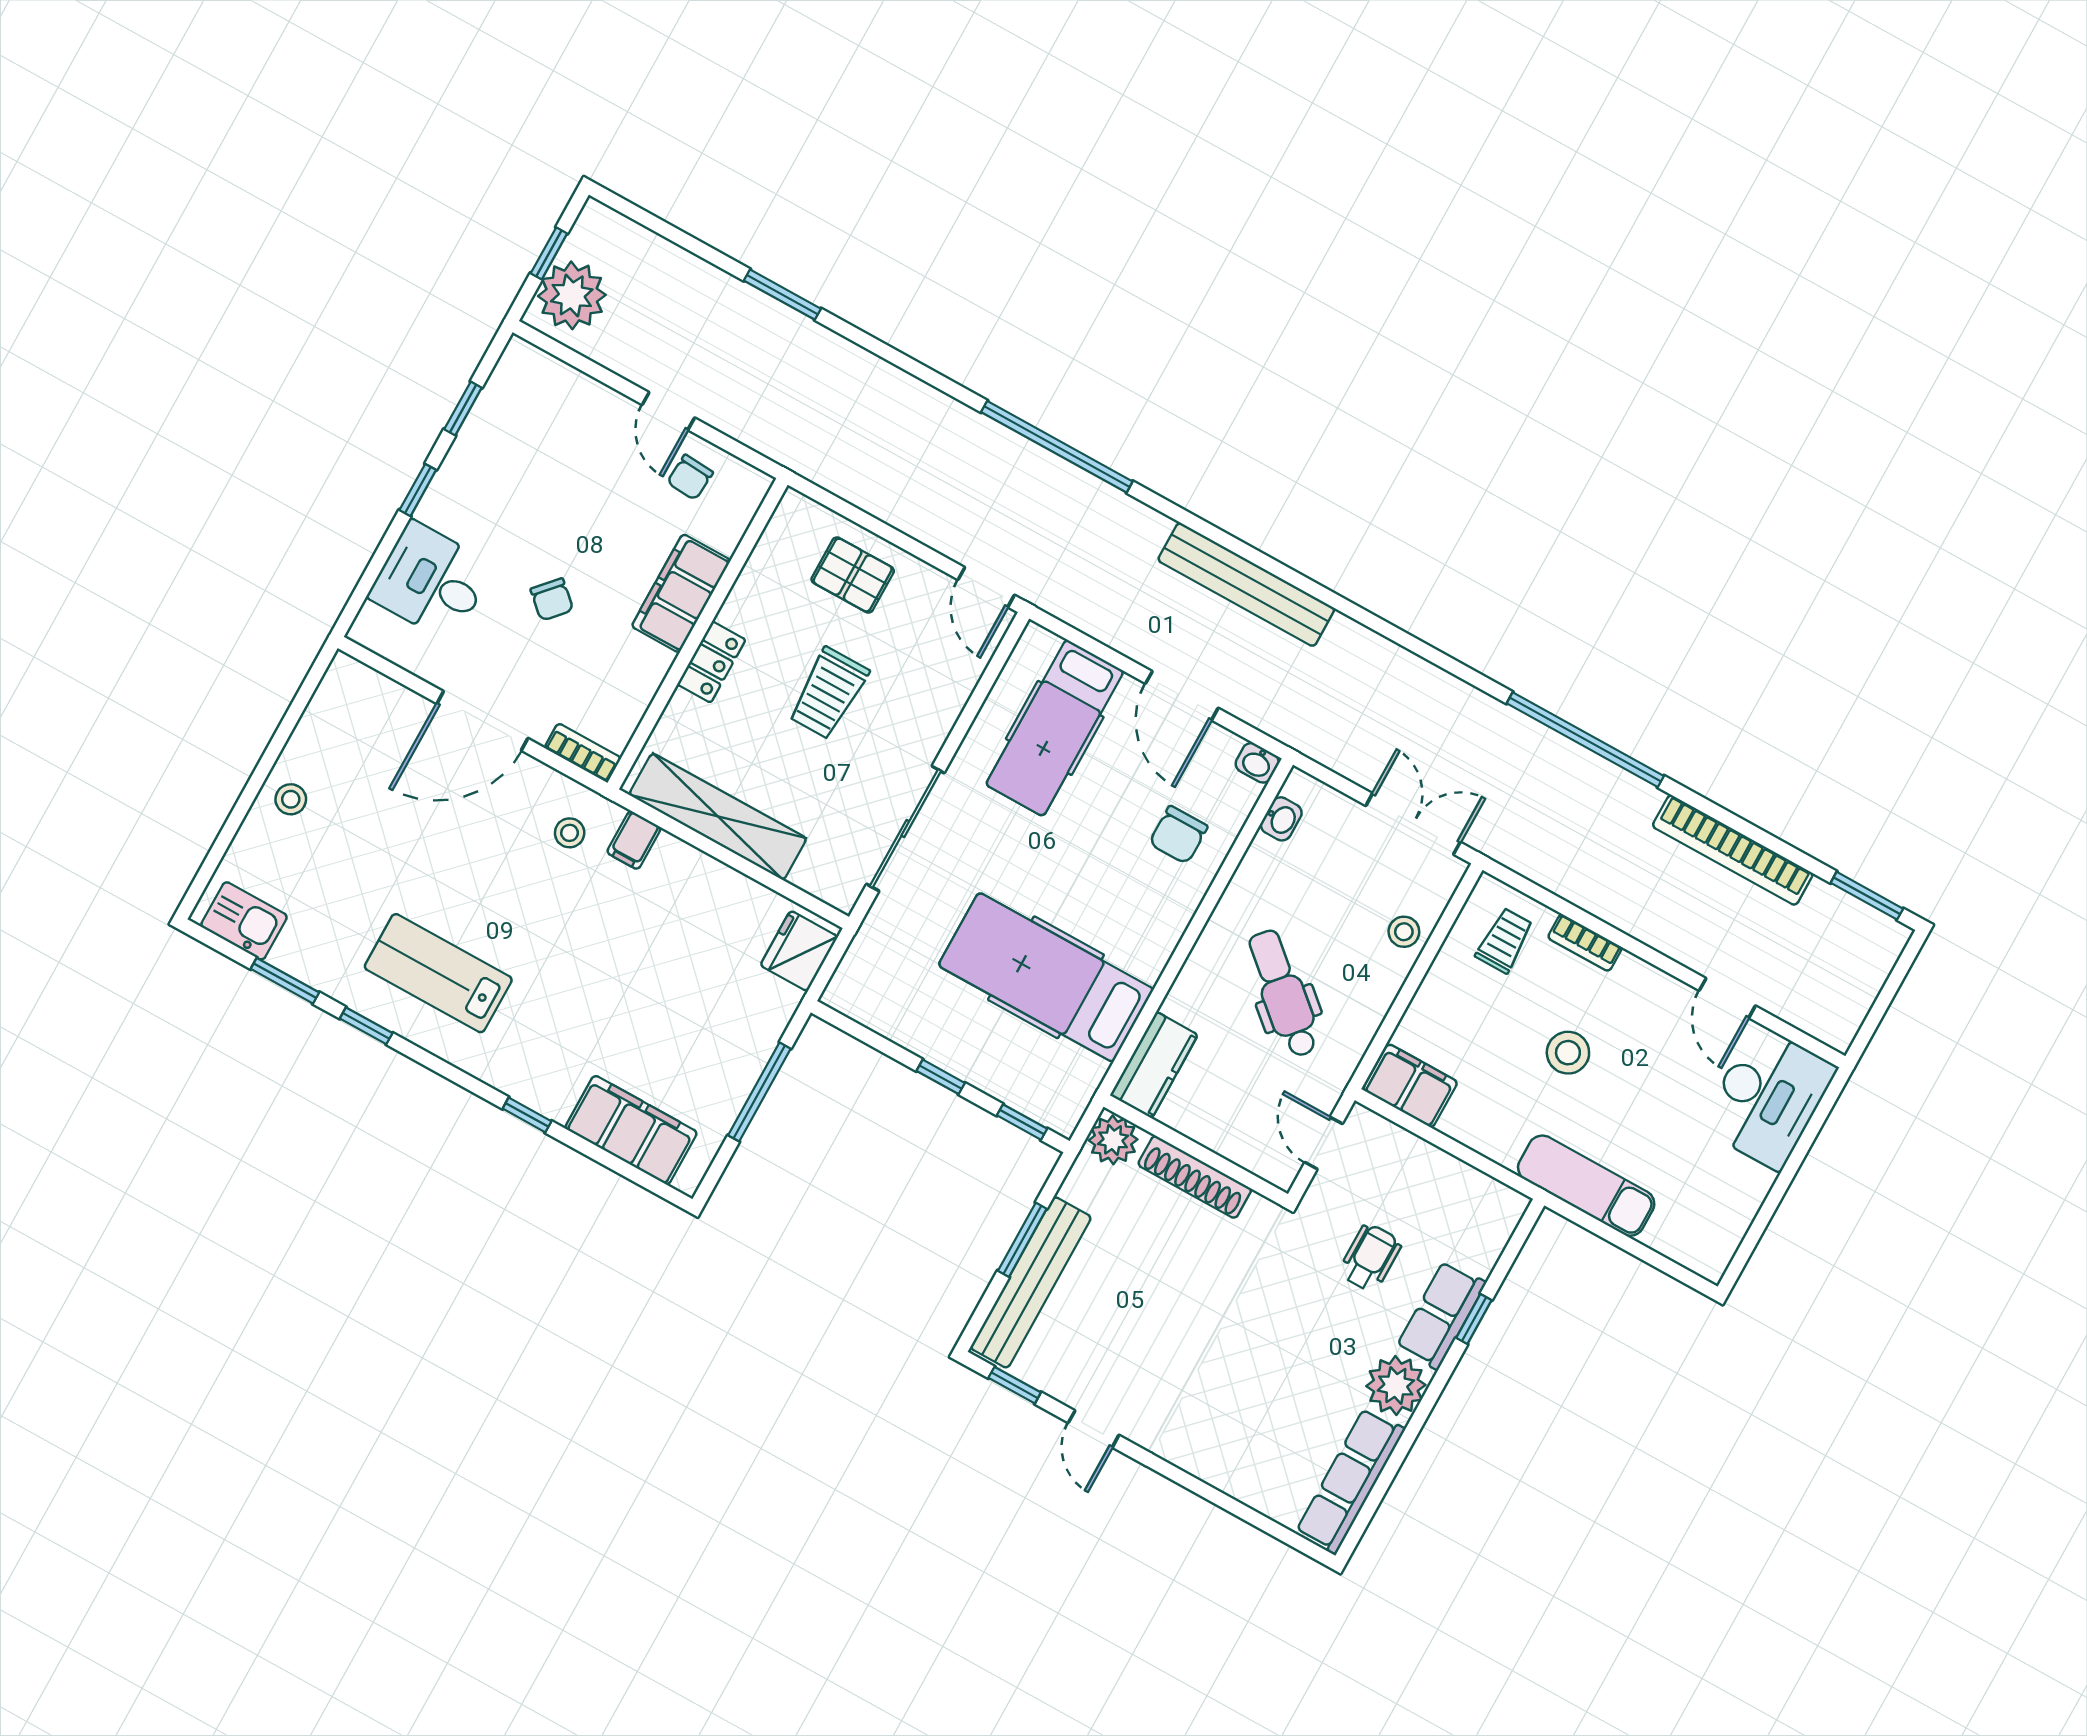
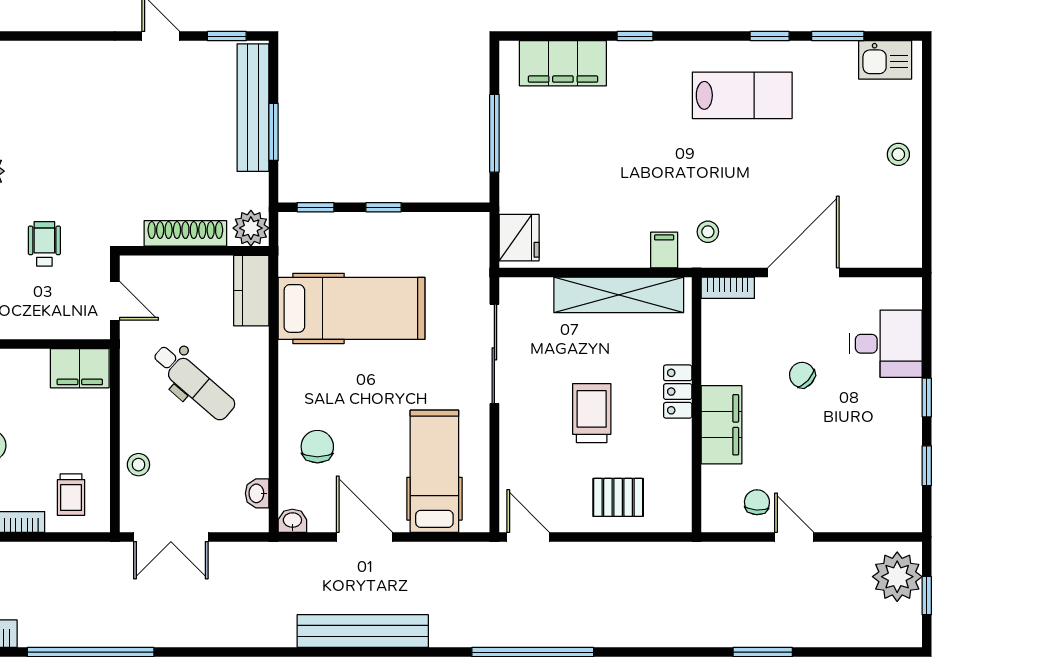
wheelchair: (1370, 1258) -> (44, 244), turned 180

